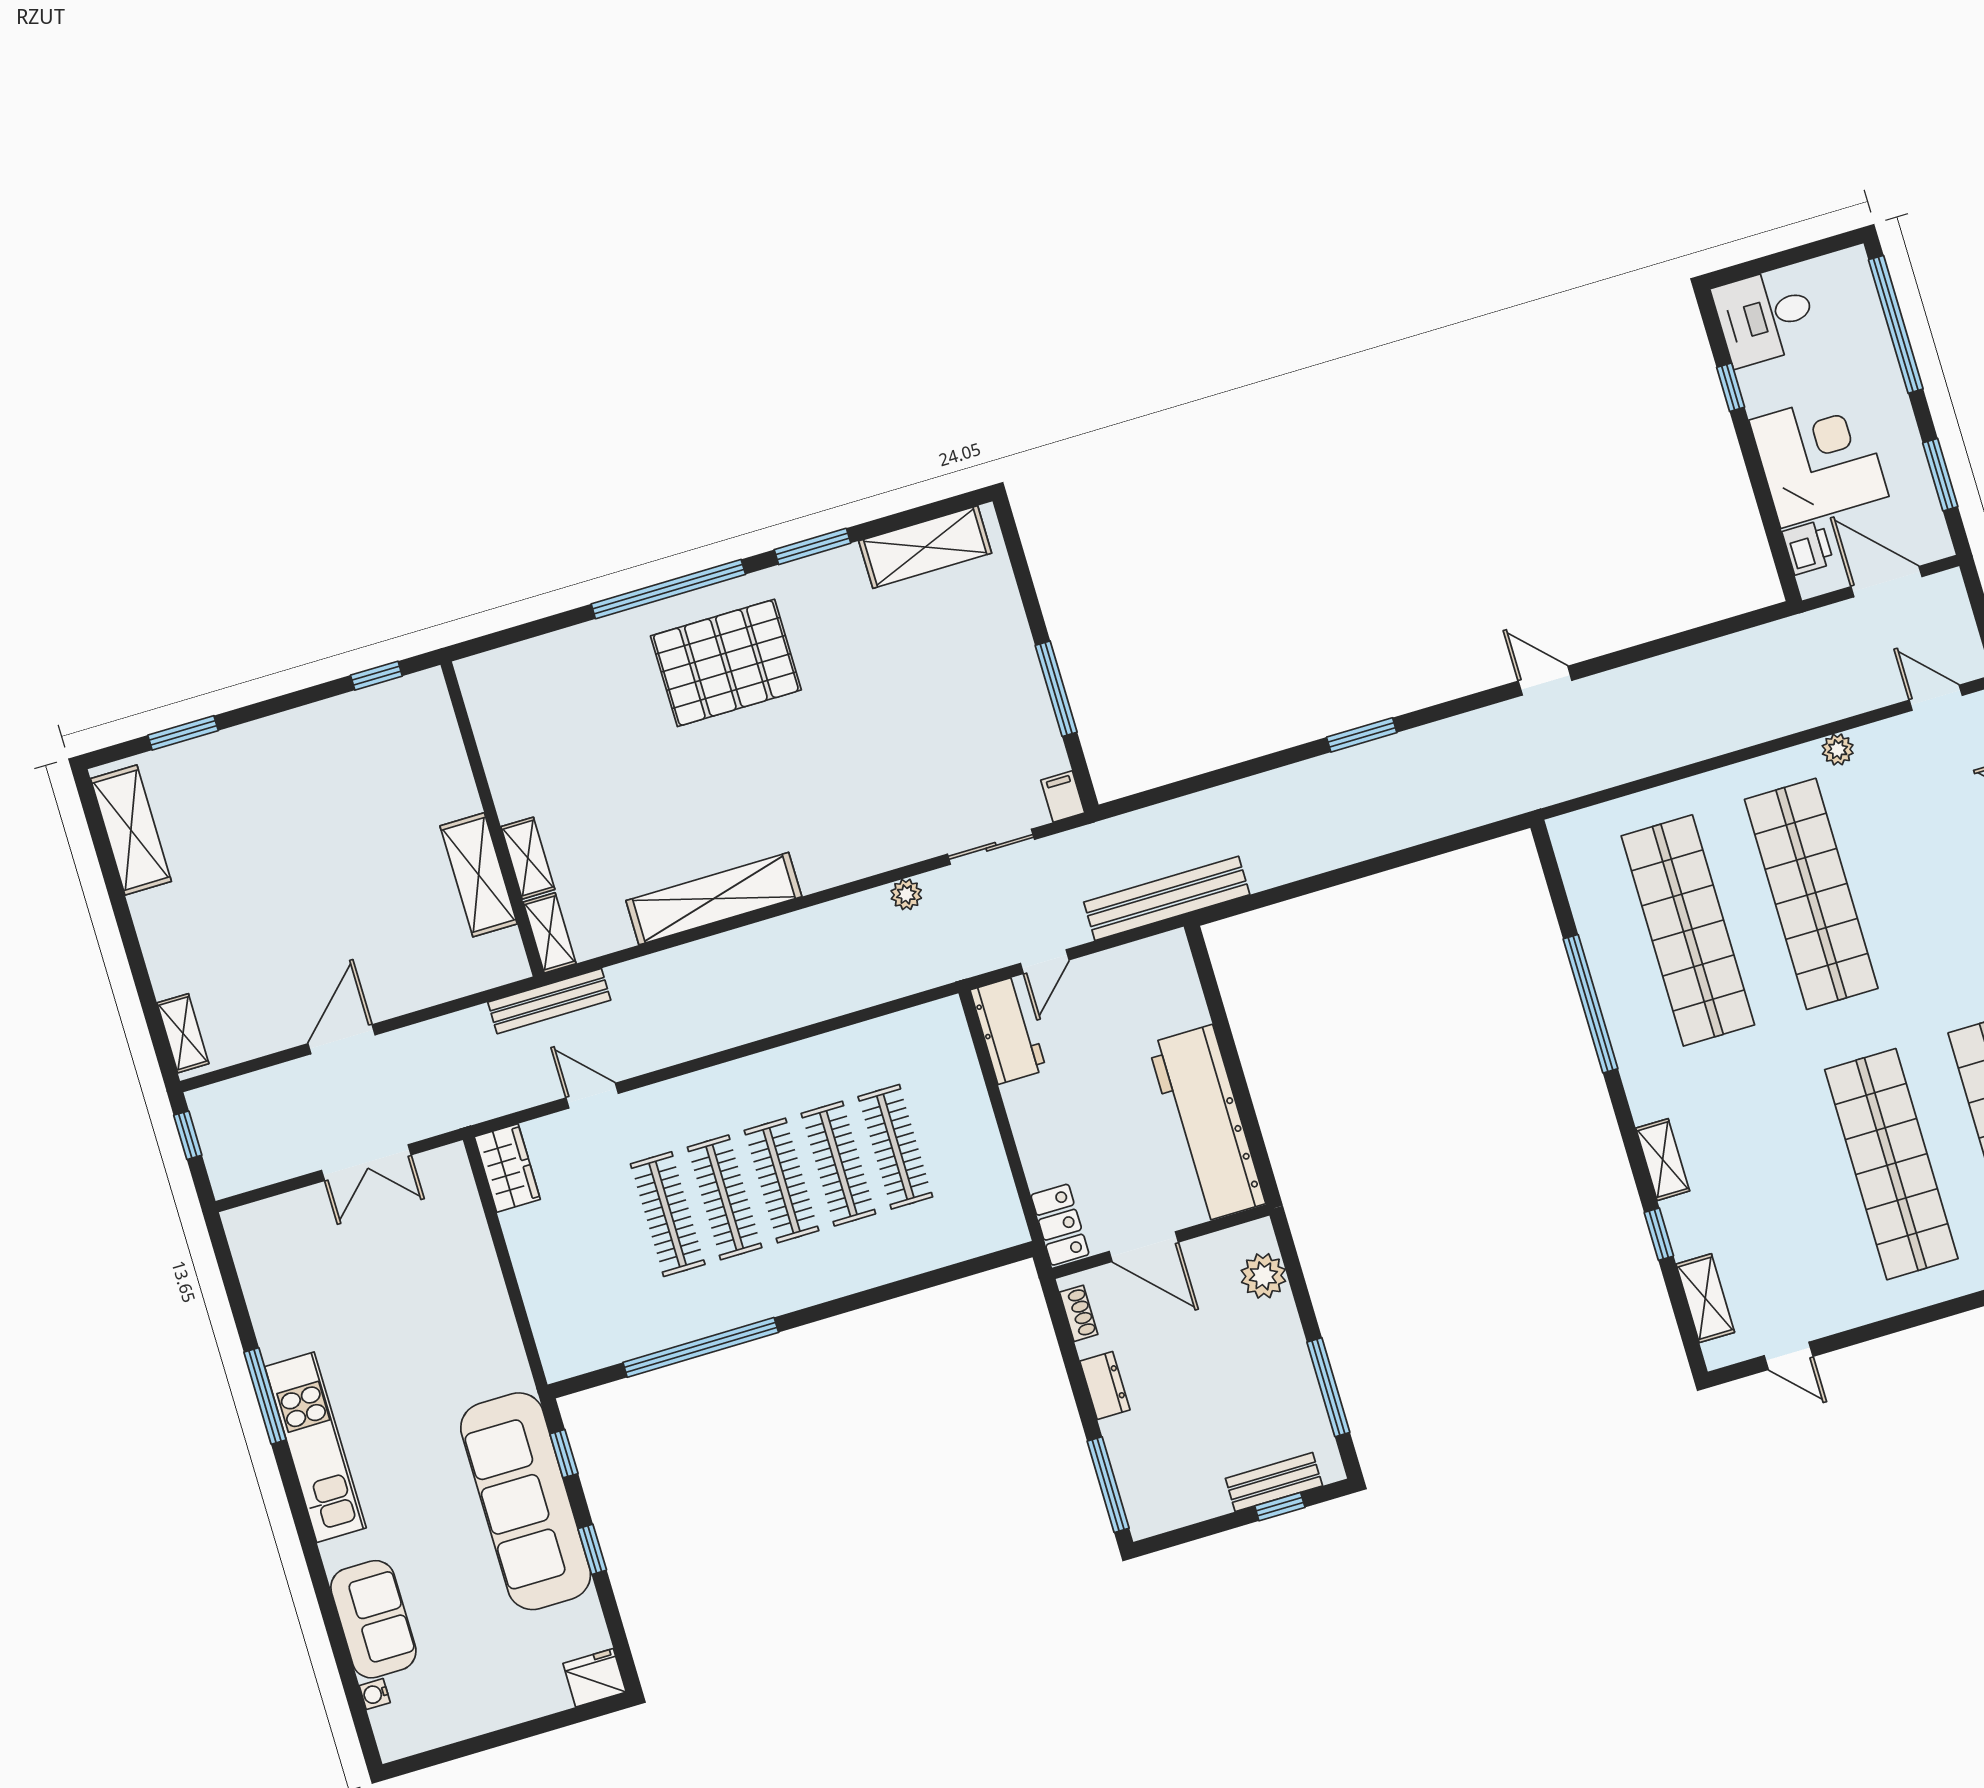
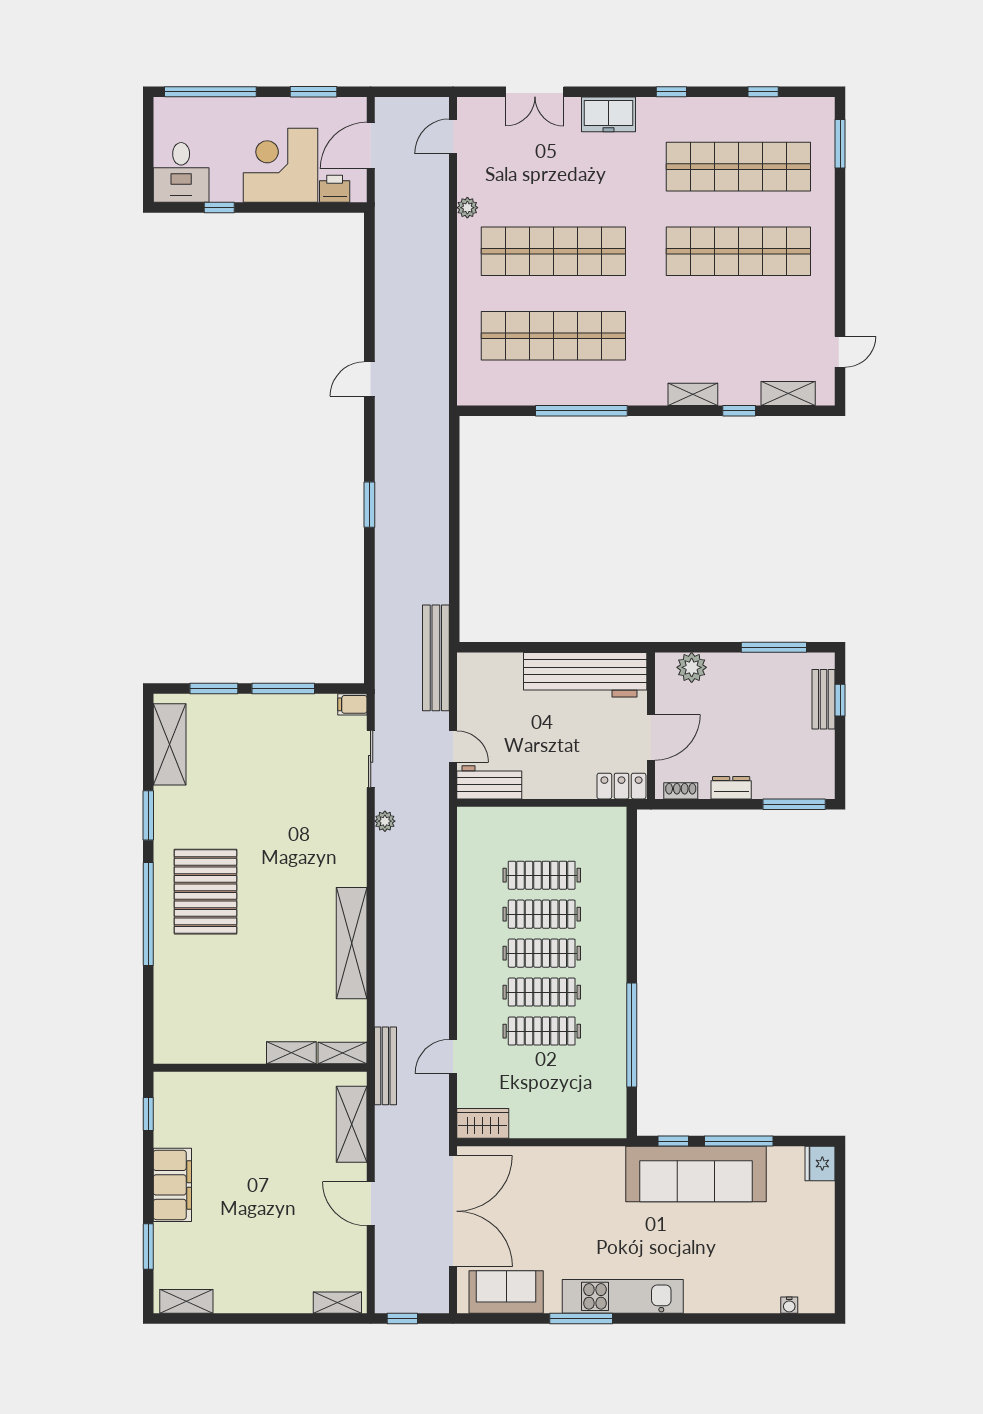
window: (1026, 587) -> (214, 688), added
filing cabinet: (283, 742) -> (172, 1185), added
shelving: (131, 830) -> (186, 1301), width x0.67, depth x0.75
shelving: (479, 875) -> (352, 1124), moved, turned 90
double door: (366, 1163) -> (453, 1211), width x1.87
window: (592, 1549) -> (739, 1141), width x2.17
sofa: (373, 1619) -> (506, 1292), moved

